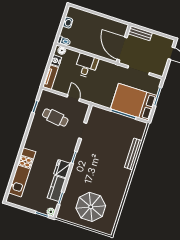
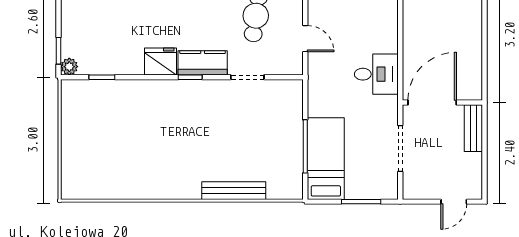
desk: (86, 66) -> (376, 74), moved
door: (73, 98) -> (305, 39), hinge flipped
bed: (134, 102) -> (326, 159), width x0.67
kitchen counter: (57, 188) -> (203, 63), moved
parasol: (91, 207) -> (104, 141), removed

